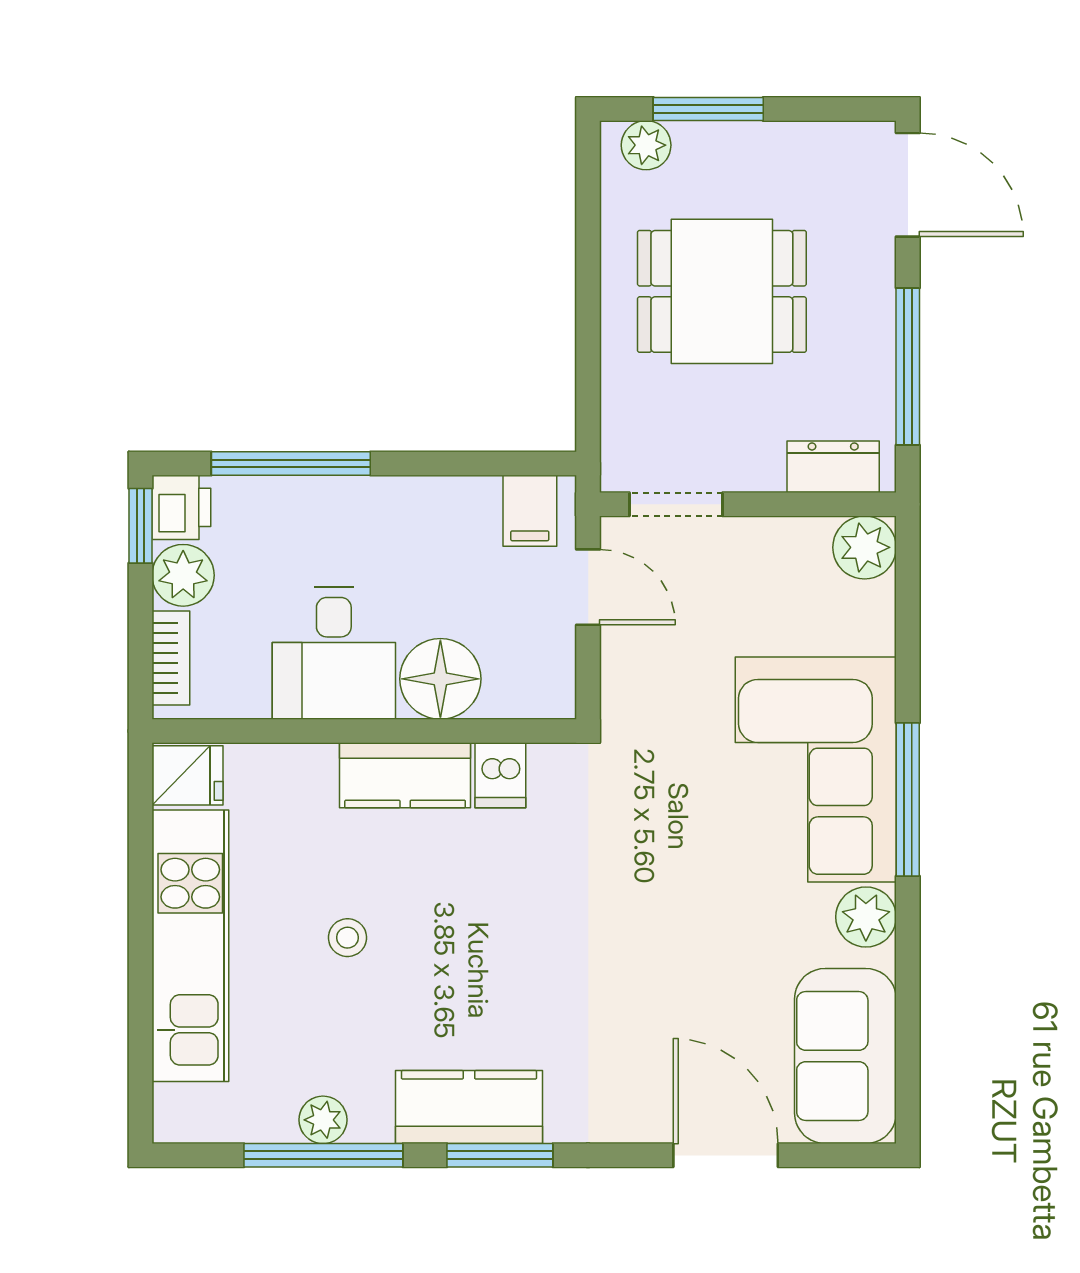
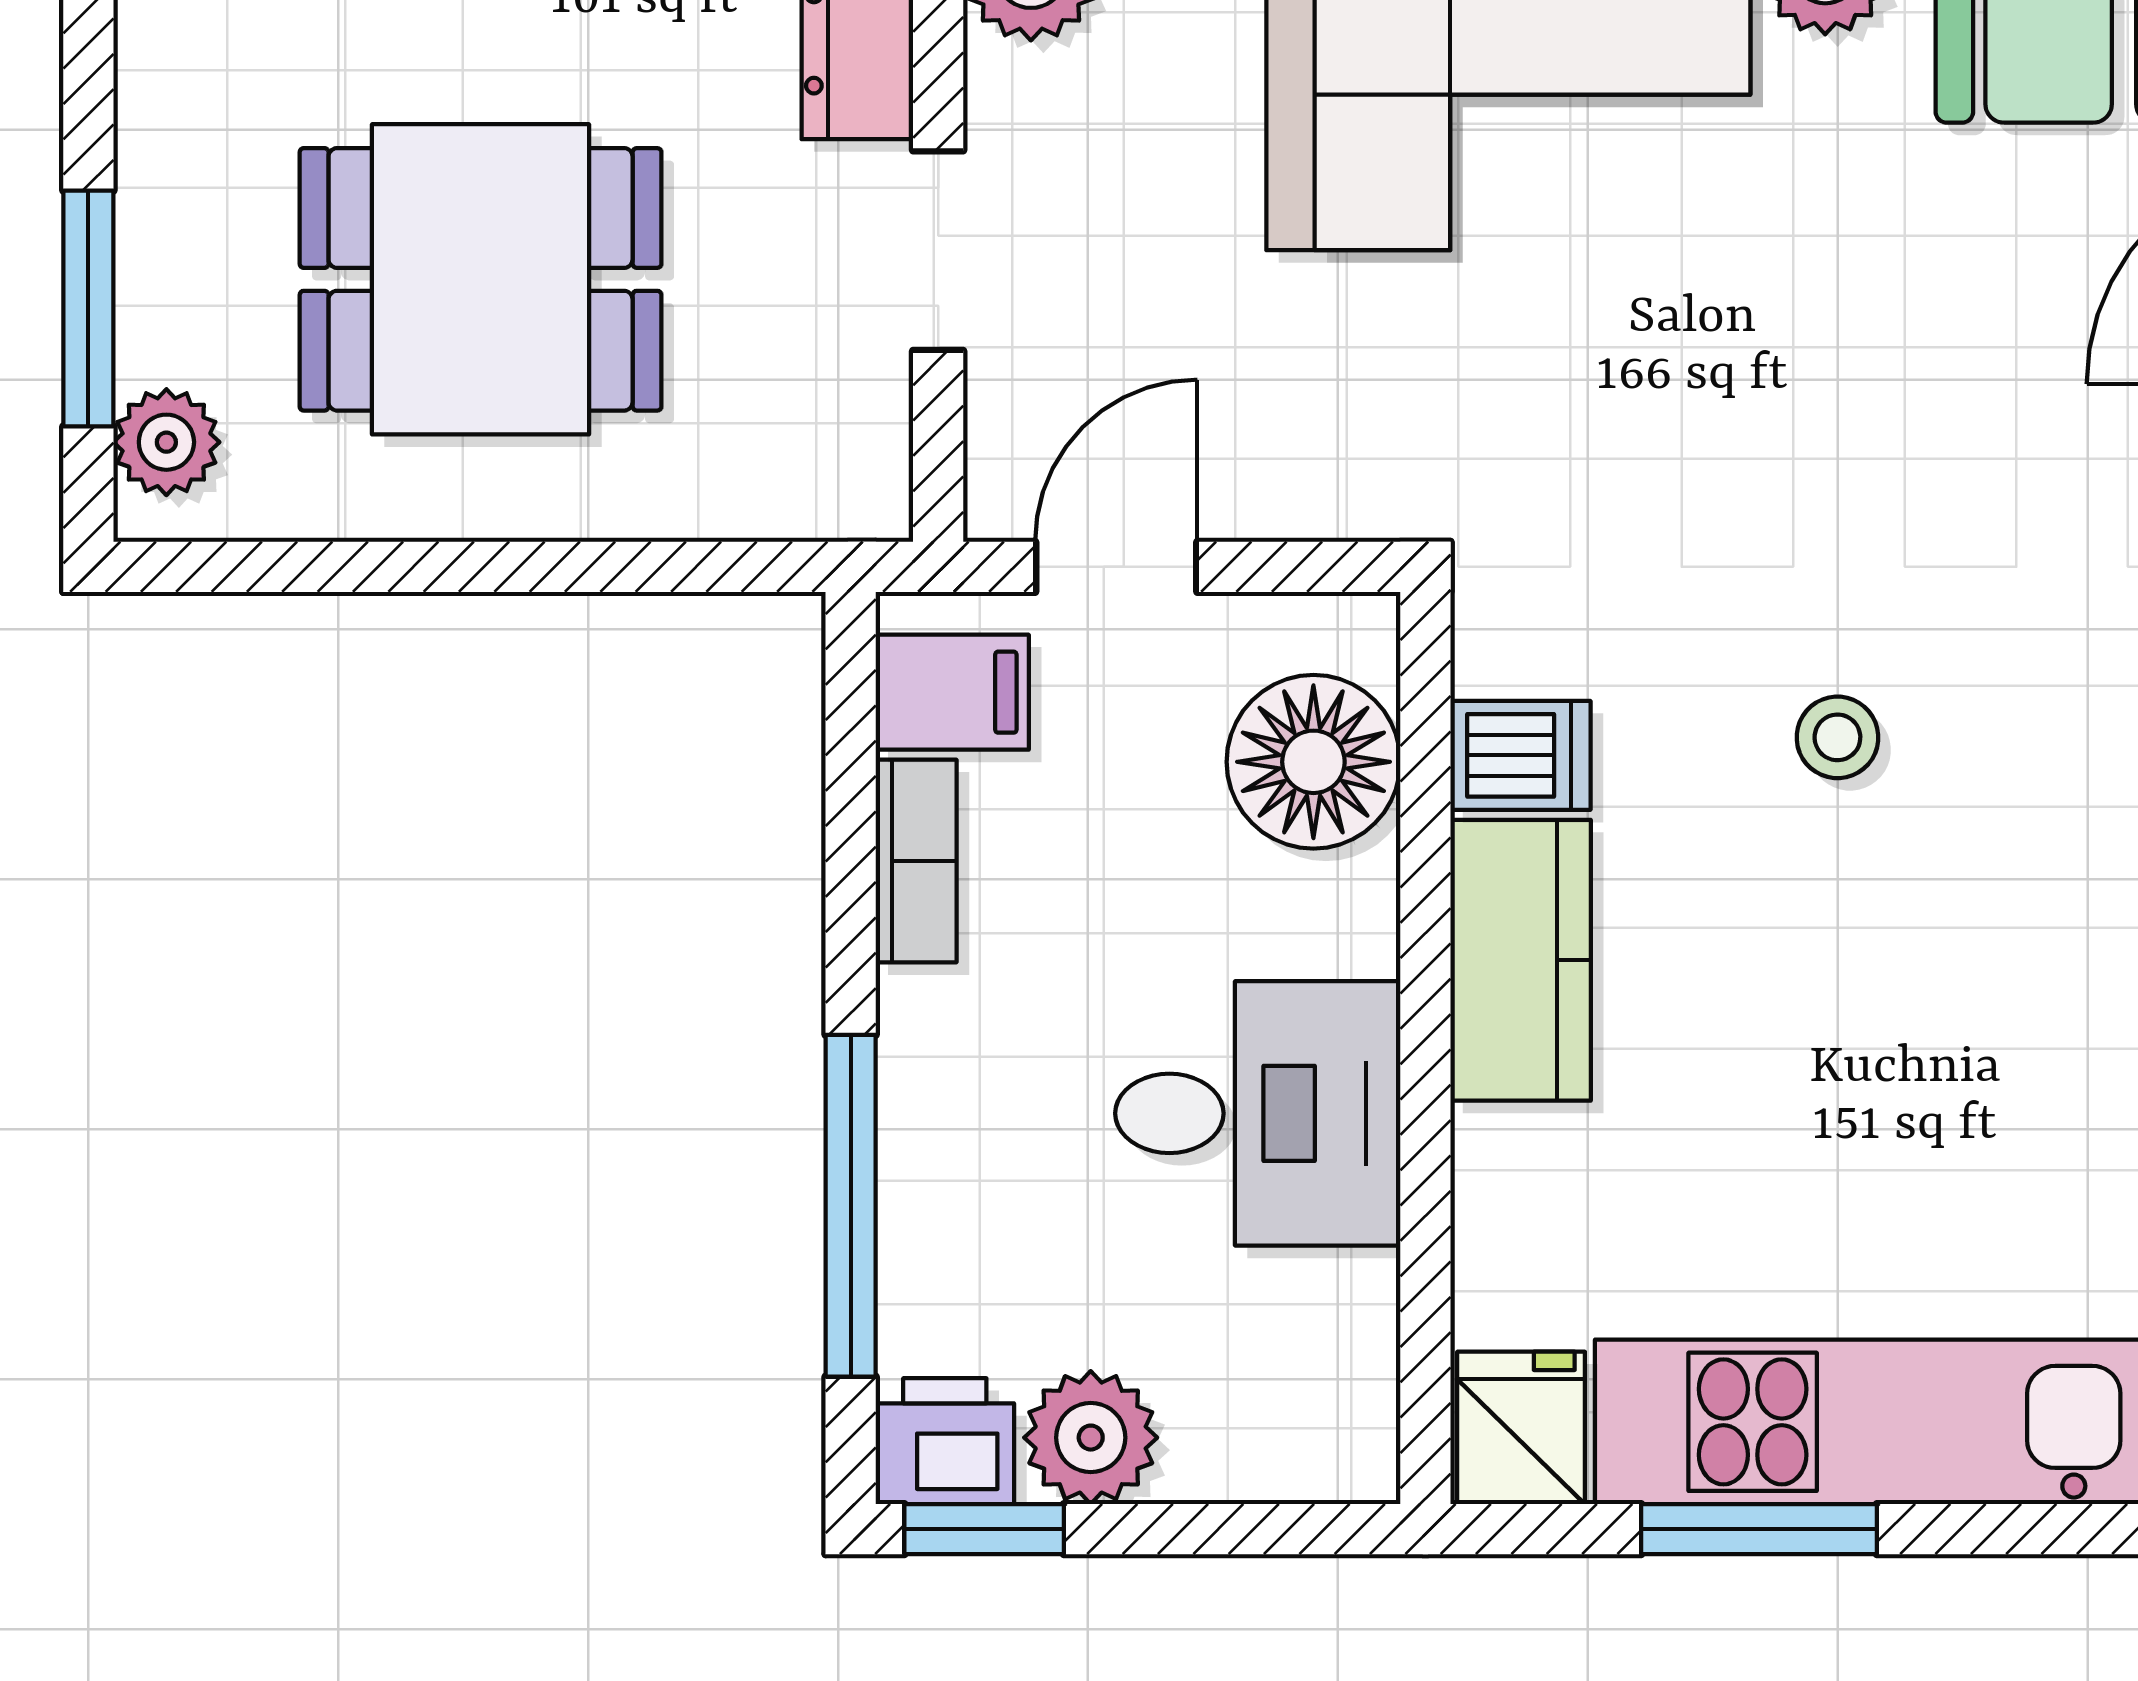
dining table: (722, 291) -> (481, 279), turned 90
doorway: (676, 504) -> (938, 251), moved
bookcase: (171, 658) -> (916, 861), moved, turned 90
floor lamp: (440, 679) -> (1313, 762), moved
window: (140, 886) -> (1759, 1529), added
stool: (347, 938) -> (1837, 737), moved

